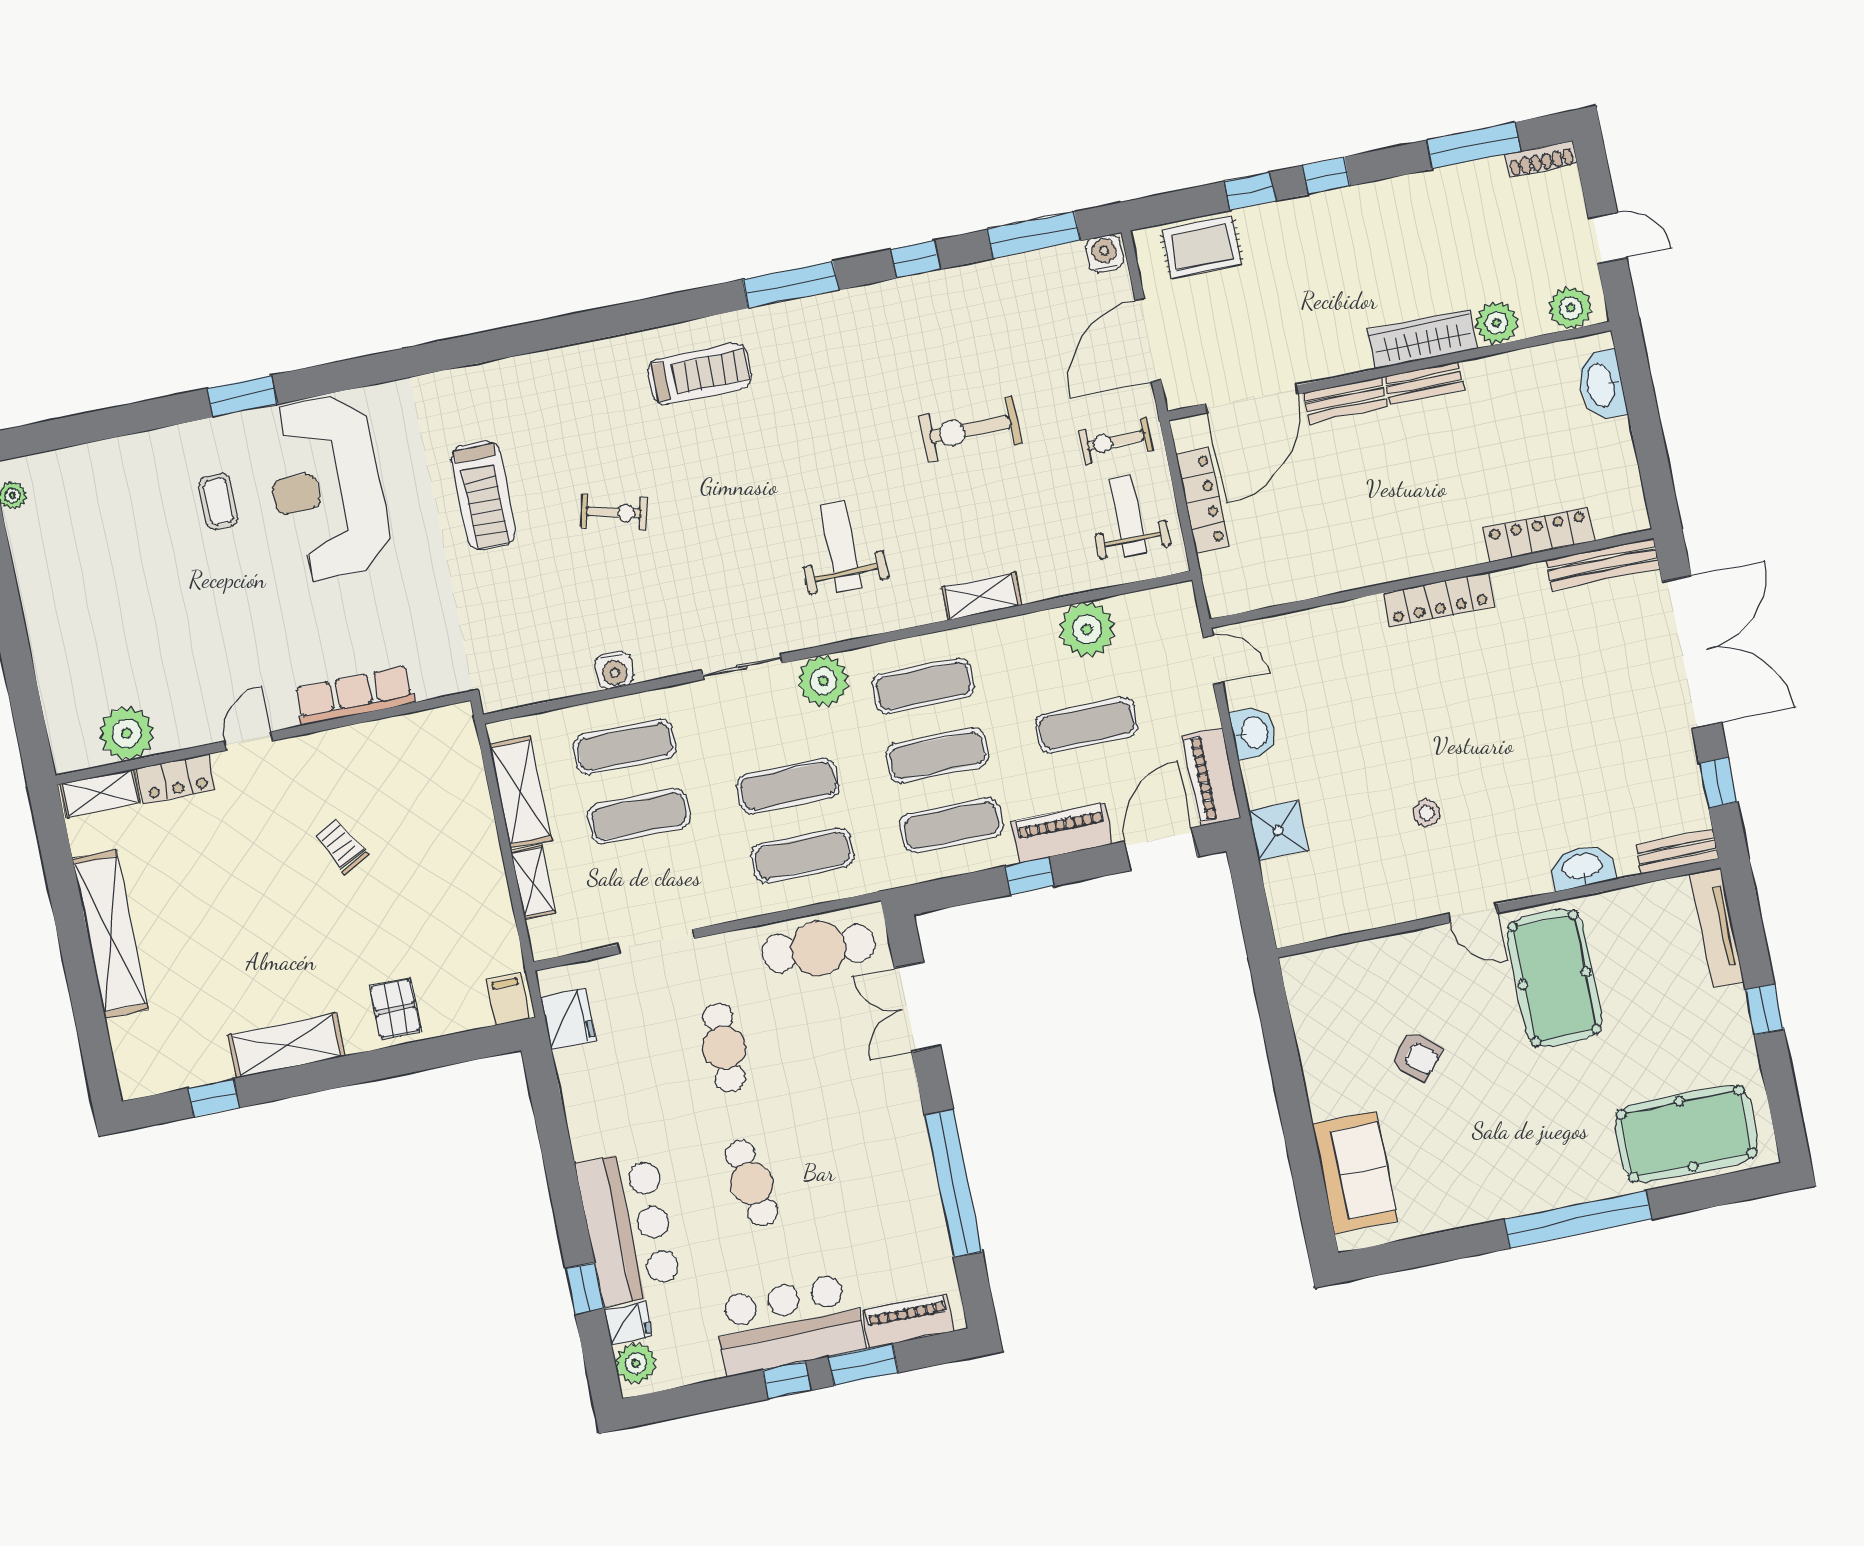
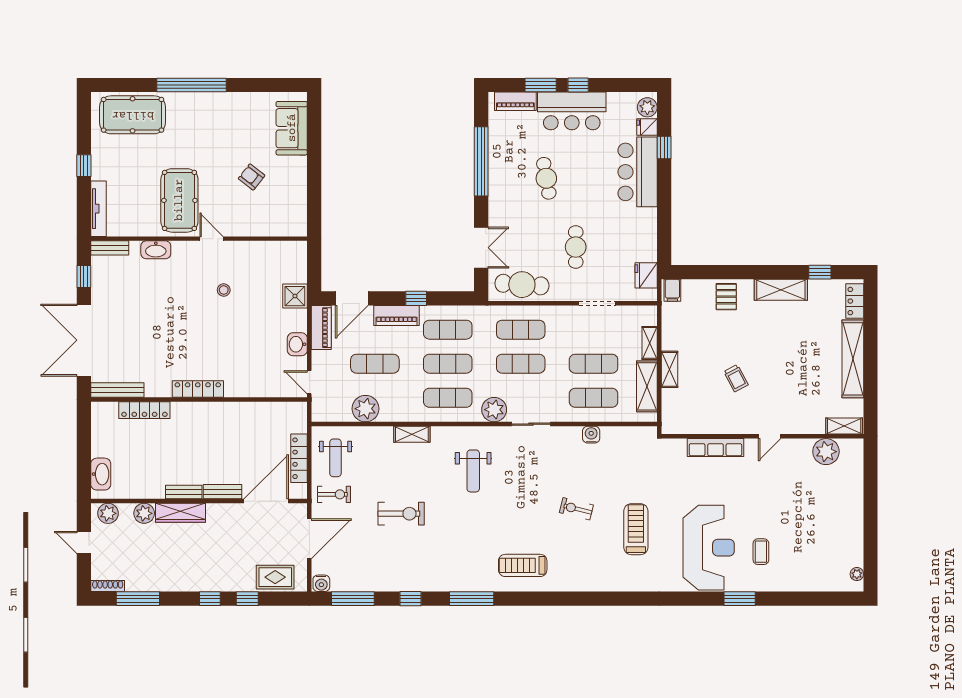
locker: (176, 779) -> (855, 301), moved, turned -90
shelving: (481, 836) -> (669, 369), added
cafe table: (752, 1183) -> (546, 178), moved

